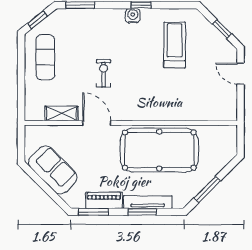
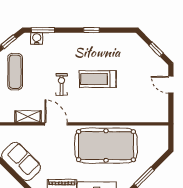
water cooler: (133, 16) -> (37, 39), moved
treadmill: (175, 45) -> (98, 79), moved, turned -90

